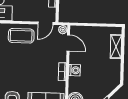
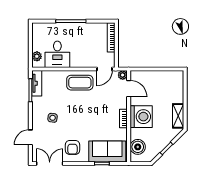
shelving: (116, 47) -> (178, 116), moved
washing machine: (74, 70) -> (141, 117), width x1.89, depth x1.89

